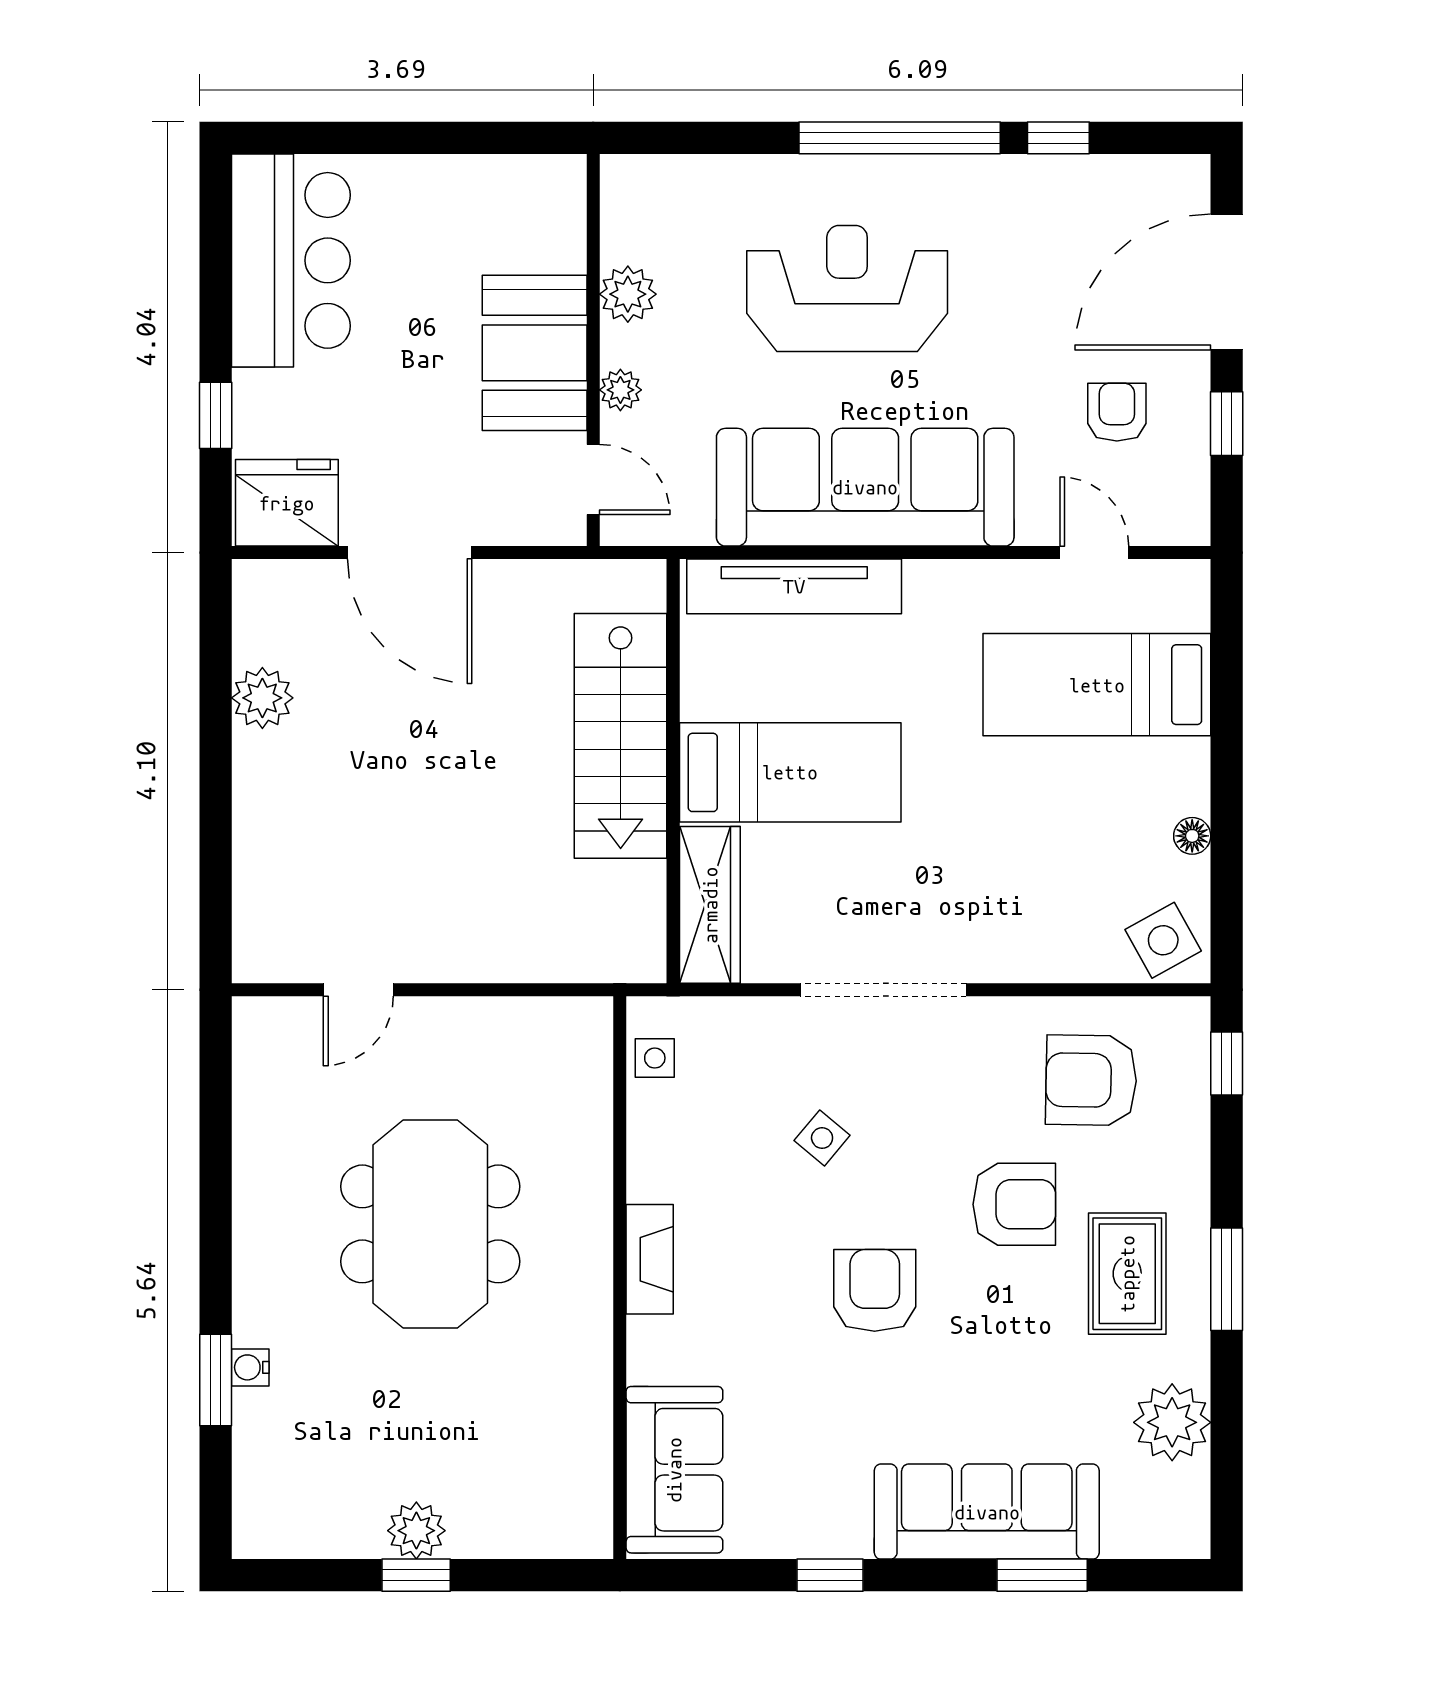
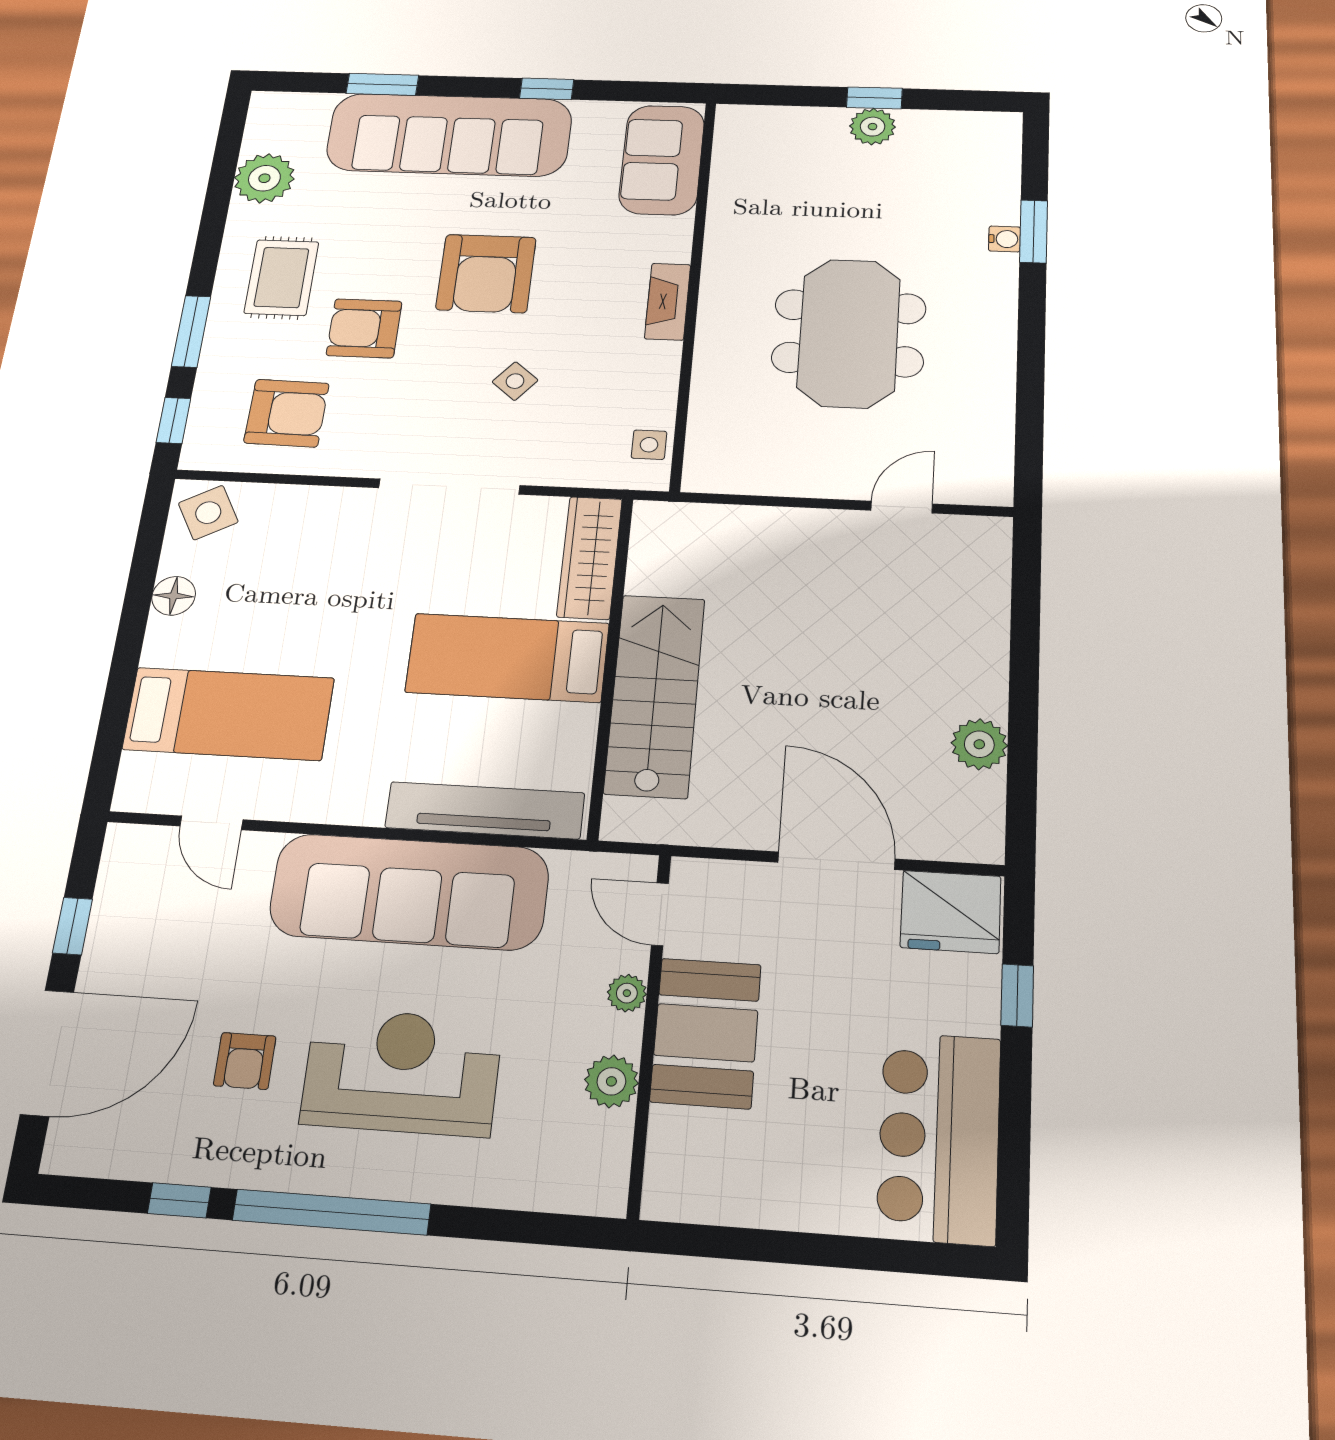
reception desk: (847, 288) -> (402, 1072), turned 180
armchair: (1117, 412) -> (245, 1061), moved
floor lamp: (1192, 836) -> (174, 596), width x1.37, depth x1.37
window: (1227, 1279) -> (191, 331), moved
armchair: (875, 1290) -> (486, 273), width x1.36, depth x1.36
sofa: (987, 1512) -> (449, 135), width x1.36, depth x1.27

